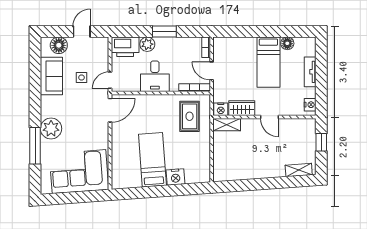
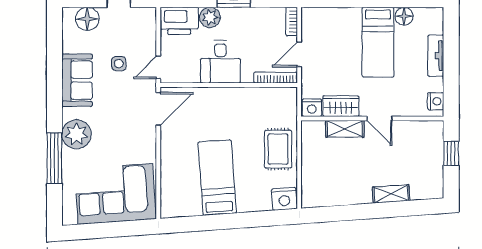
door: (212, 71) -> (299, 54), hinge flipped
sofa: (51, 76) -> (77, 80), moved
rug: (190, 116) -> (278, 149), moved
shelving: (227, 125) -> (345, 129), moved
shelving: (299, 170) -> (391, 194), moved
nightstand: (176, 177) -> (284, 199), moved

